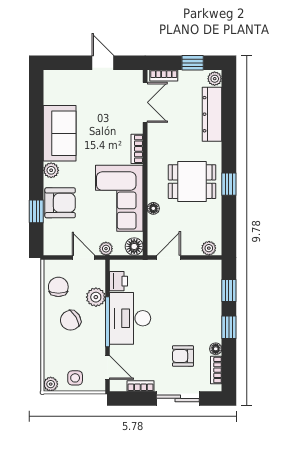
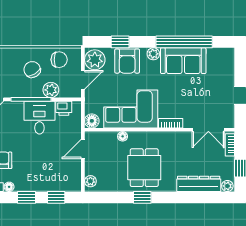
window: (36, 132) -> (184, 42), added
plant: (106, 249) -> (95, 60), moved, width x1.88, depth x1.88
door: (169, 257) -> (83, 149), swing flipped
desk: (130, 318) -> (39, 118), width x0.73

